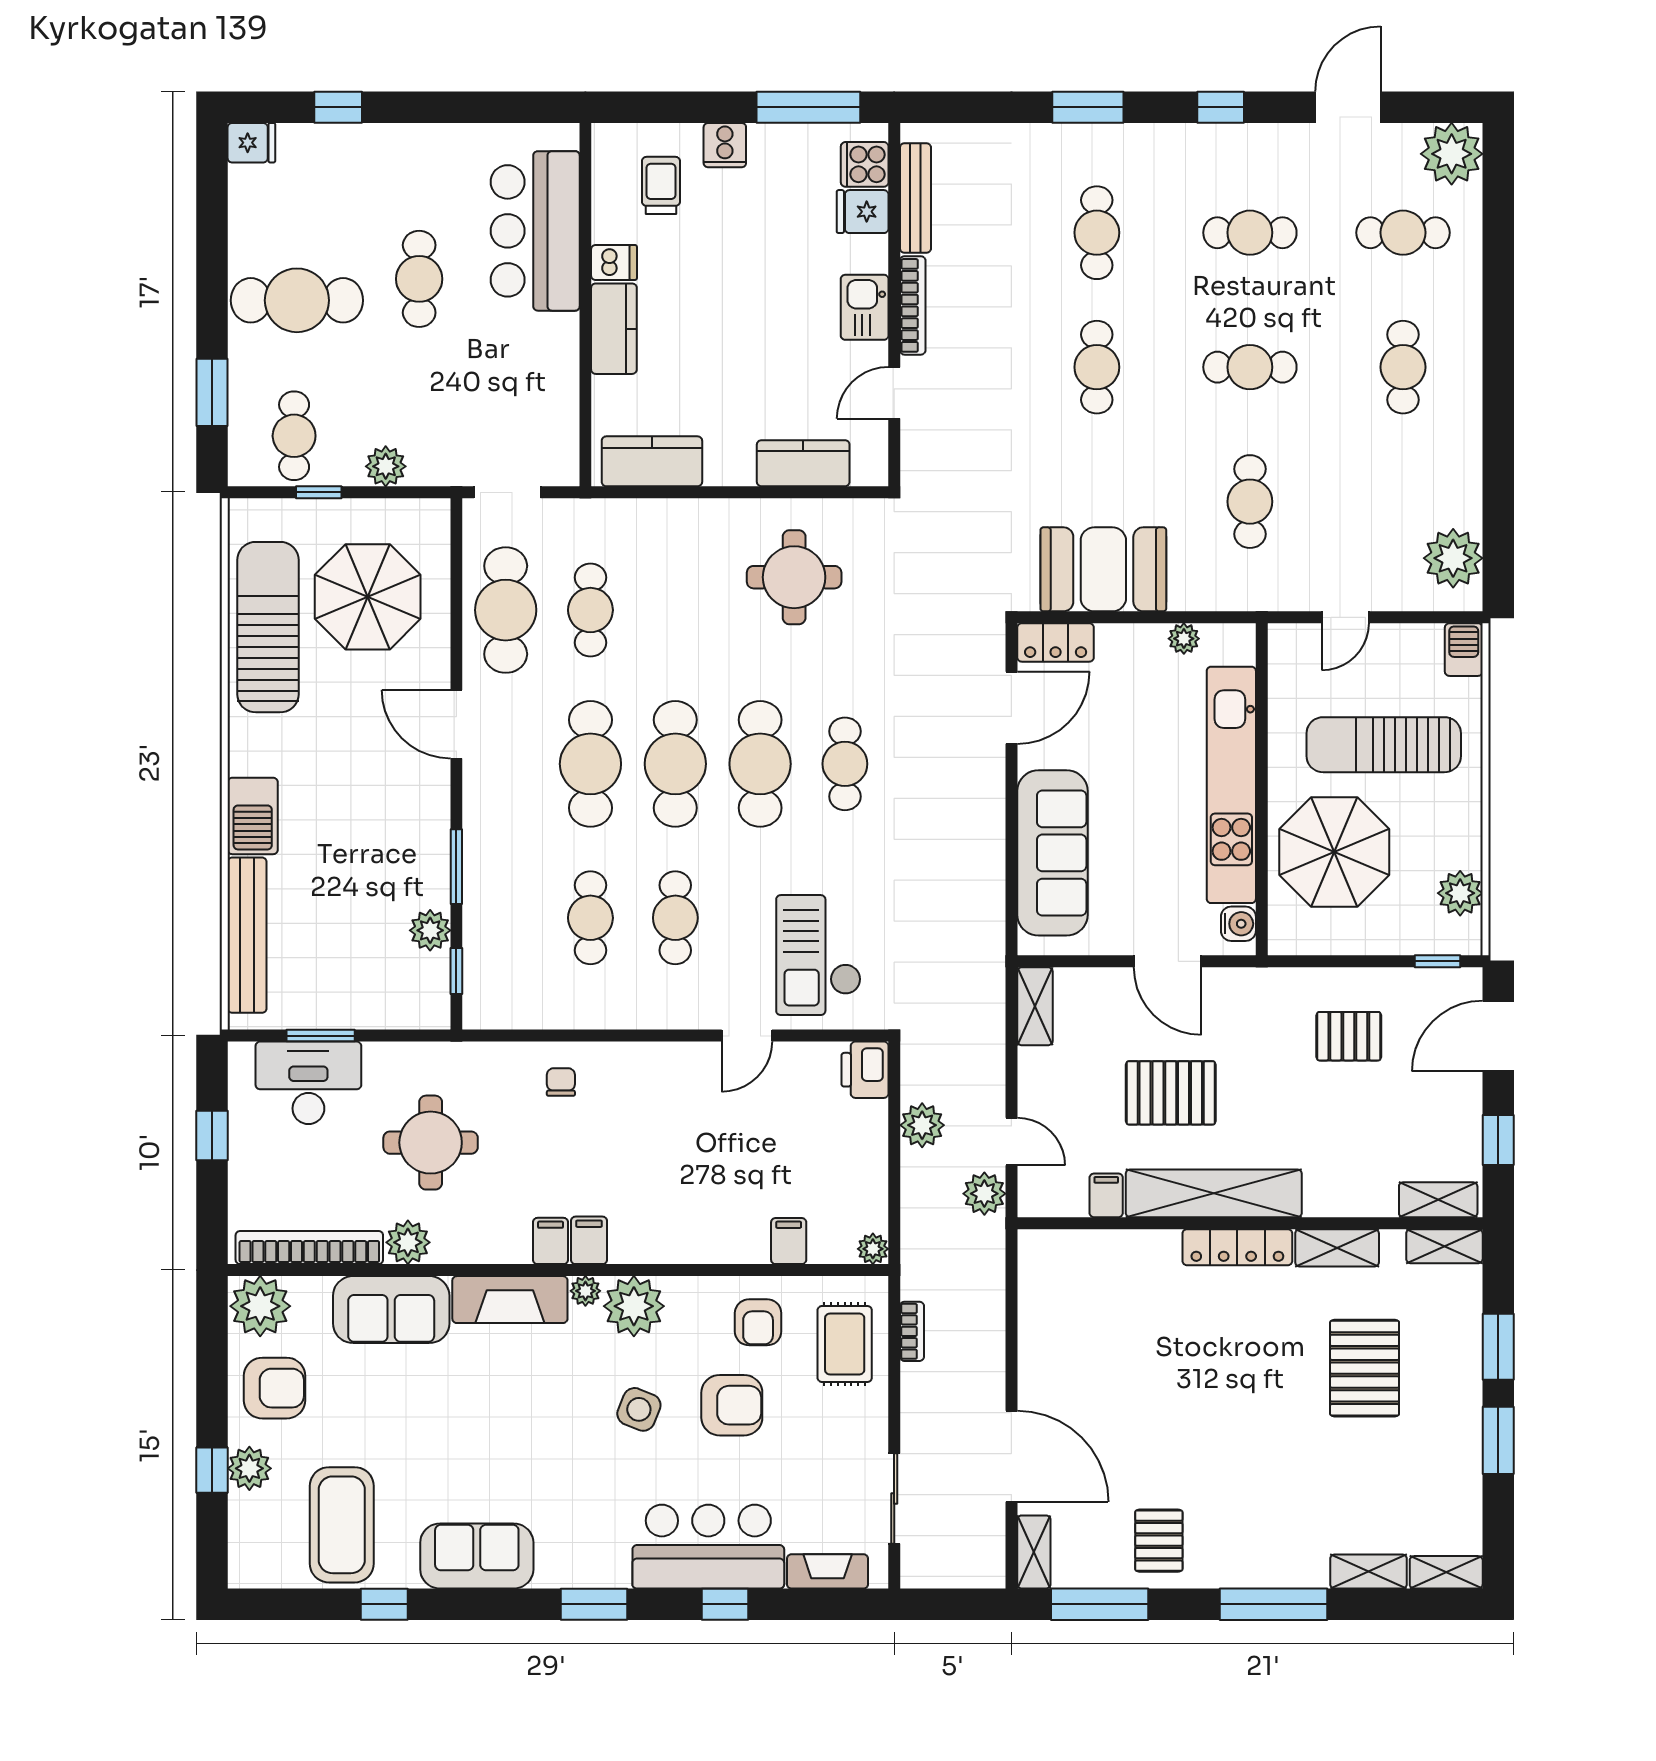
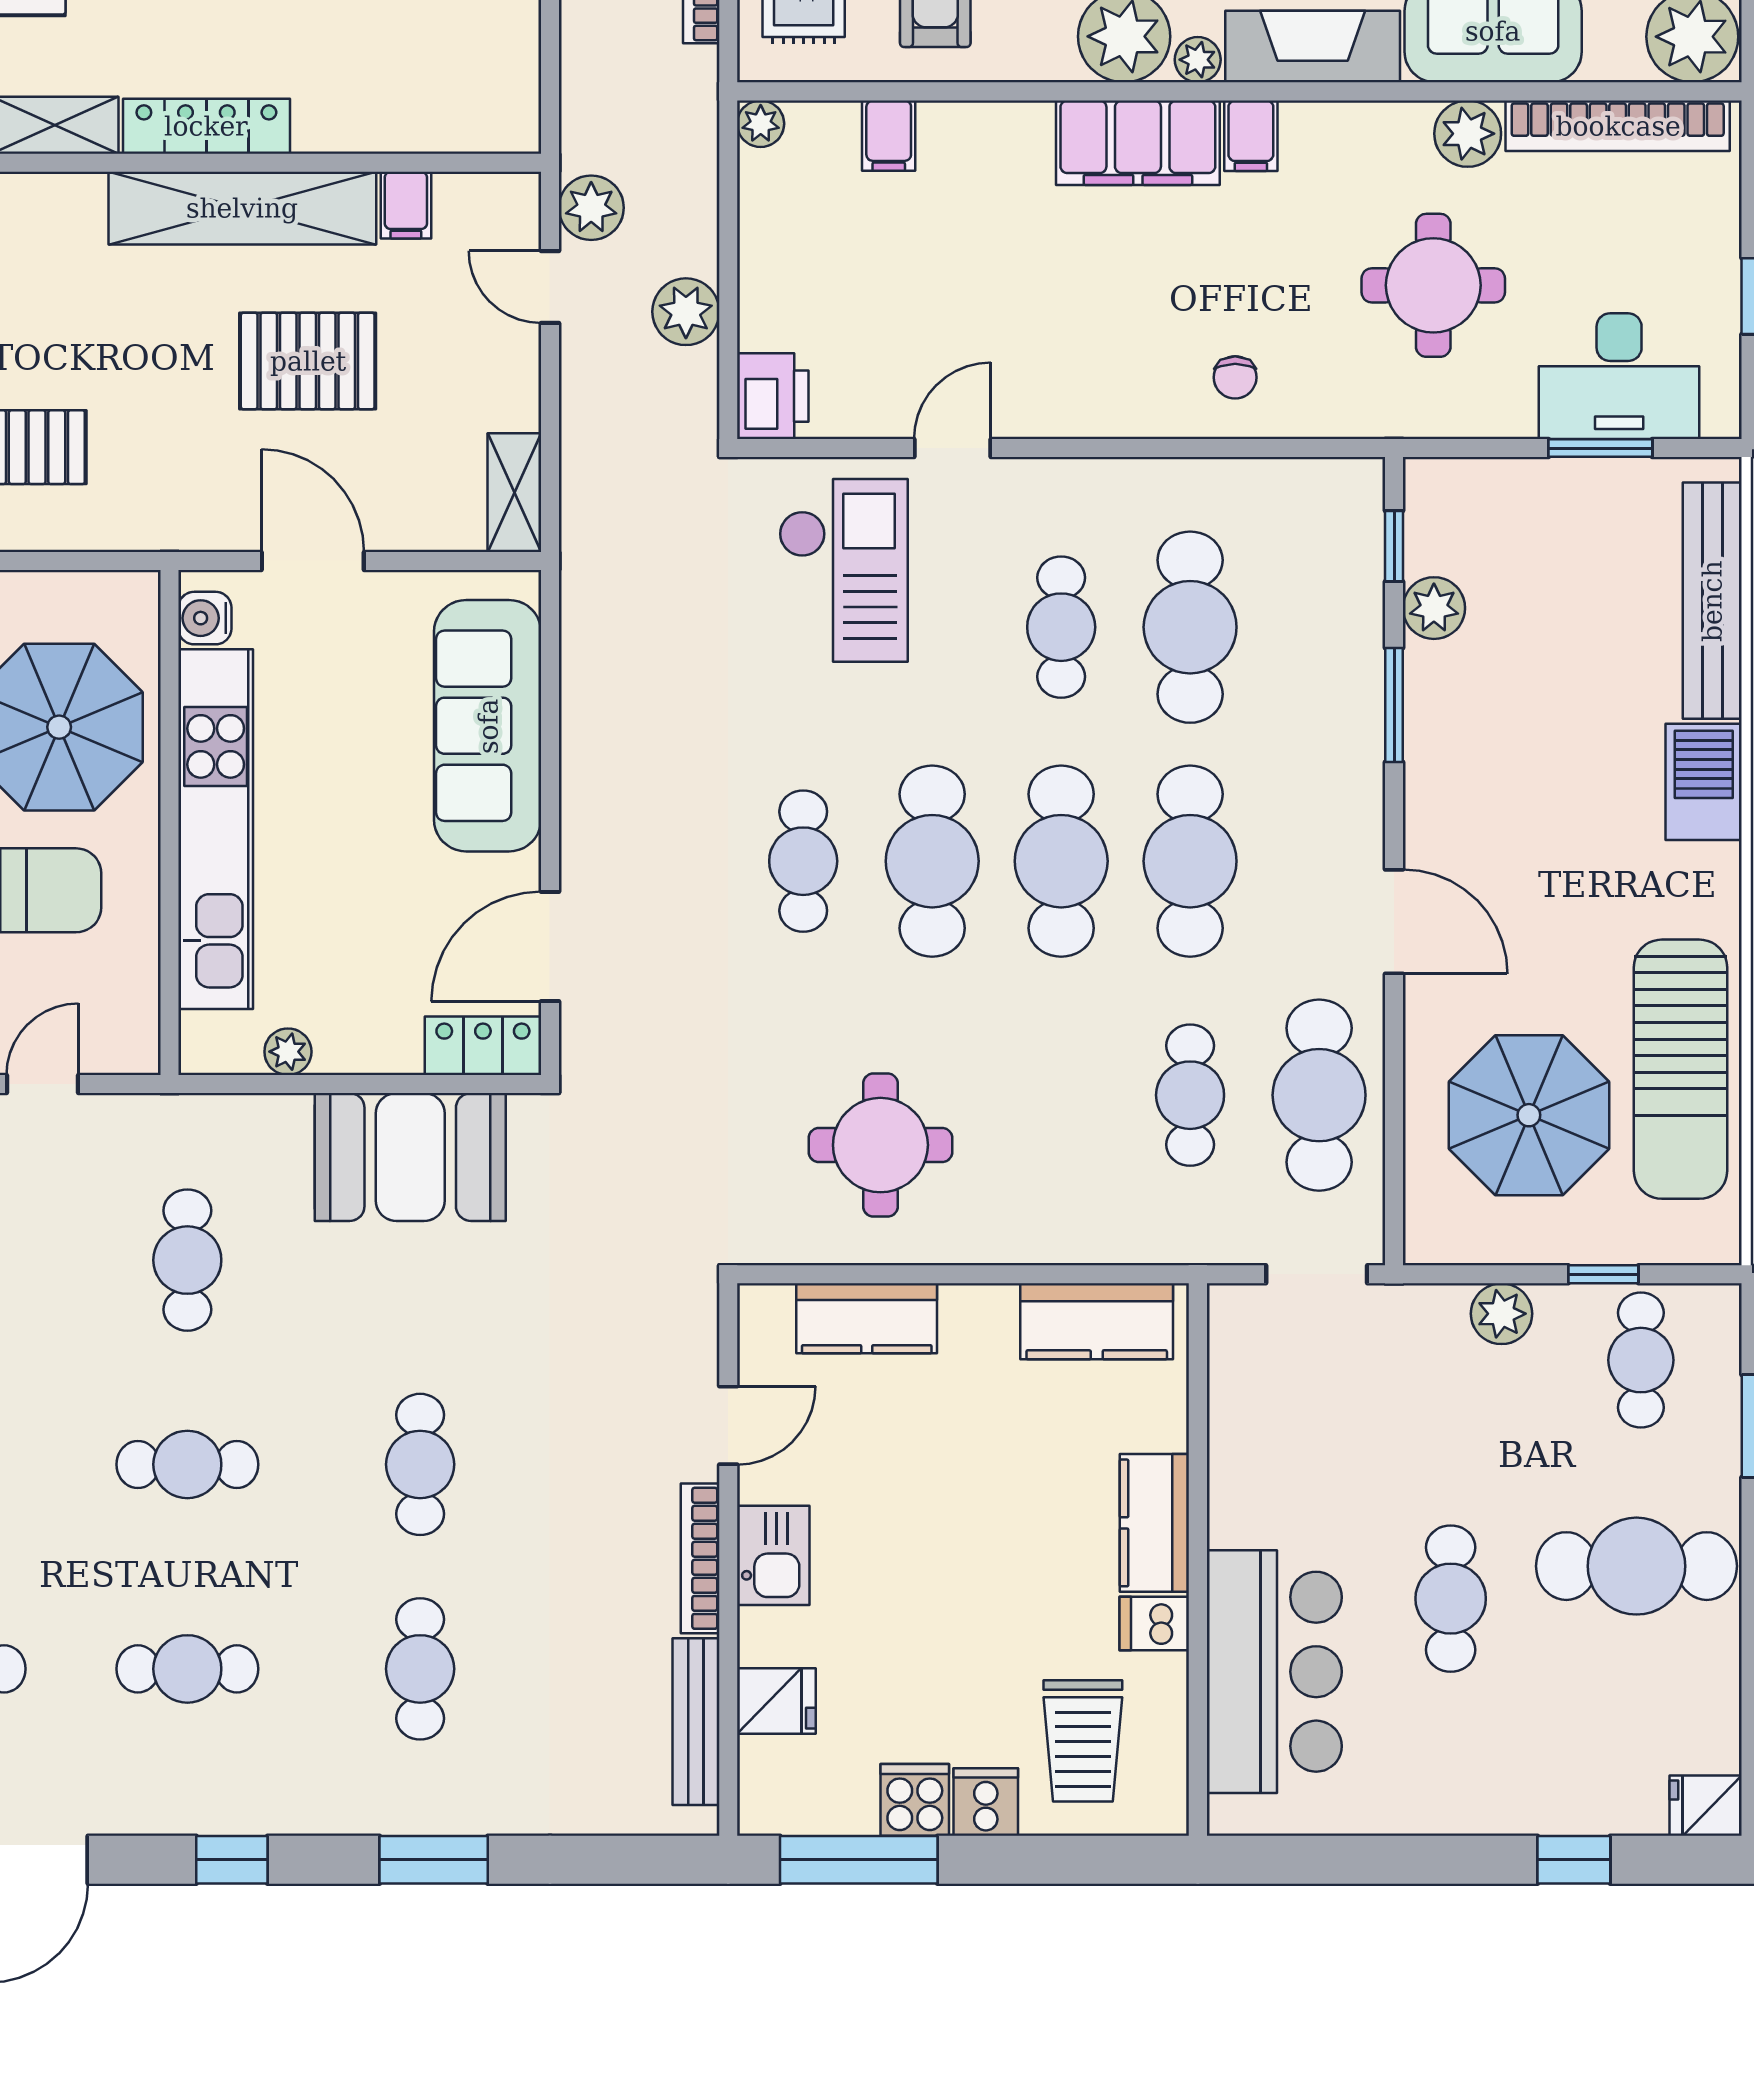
cooker: (865, 164) -> (915, 1800), moved, turned -90
trolley: (661, 185) -> (1083, 1741), width x1.36, depth x1.39
cafe table: (590, 918) -> (1190, 627), width x1.37, depth x1.35
filing cabinet: (589, 1240) -> (1138, 143), width x3.00, depth x1.17

